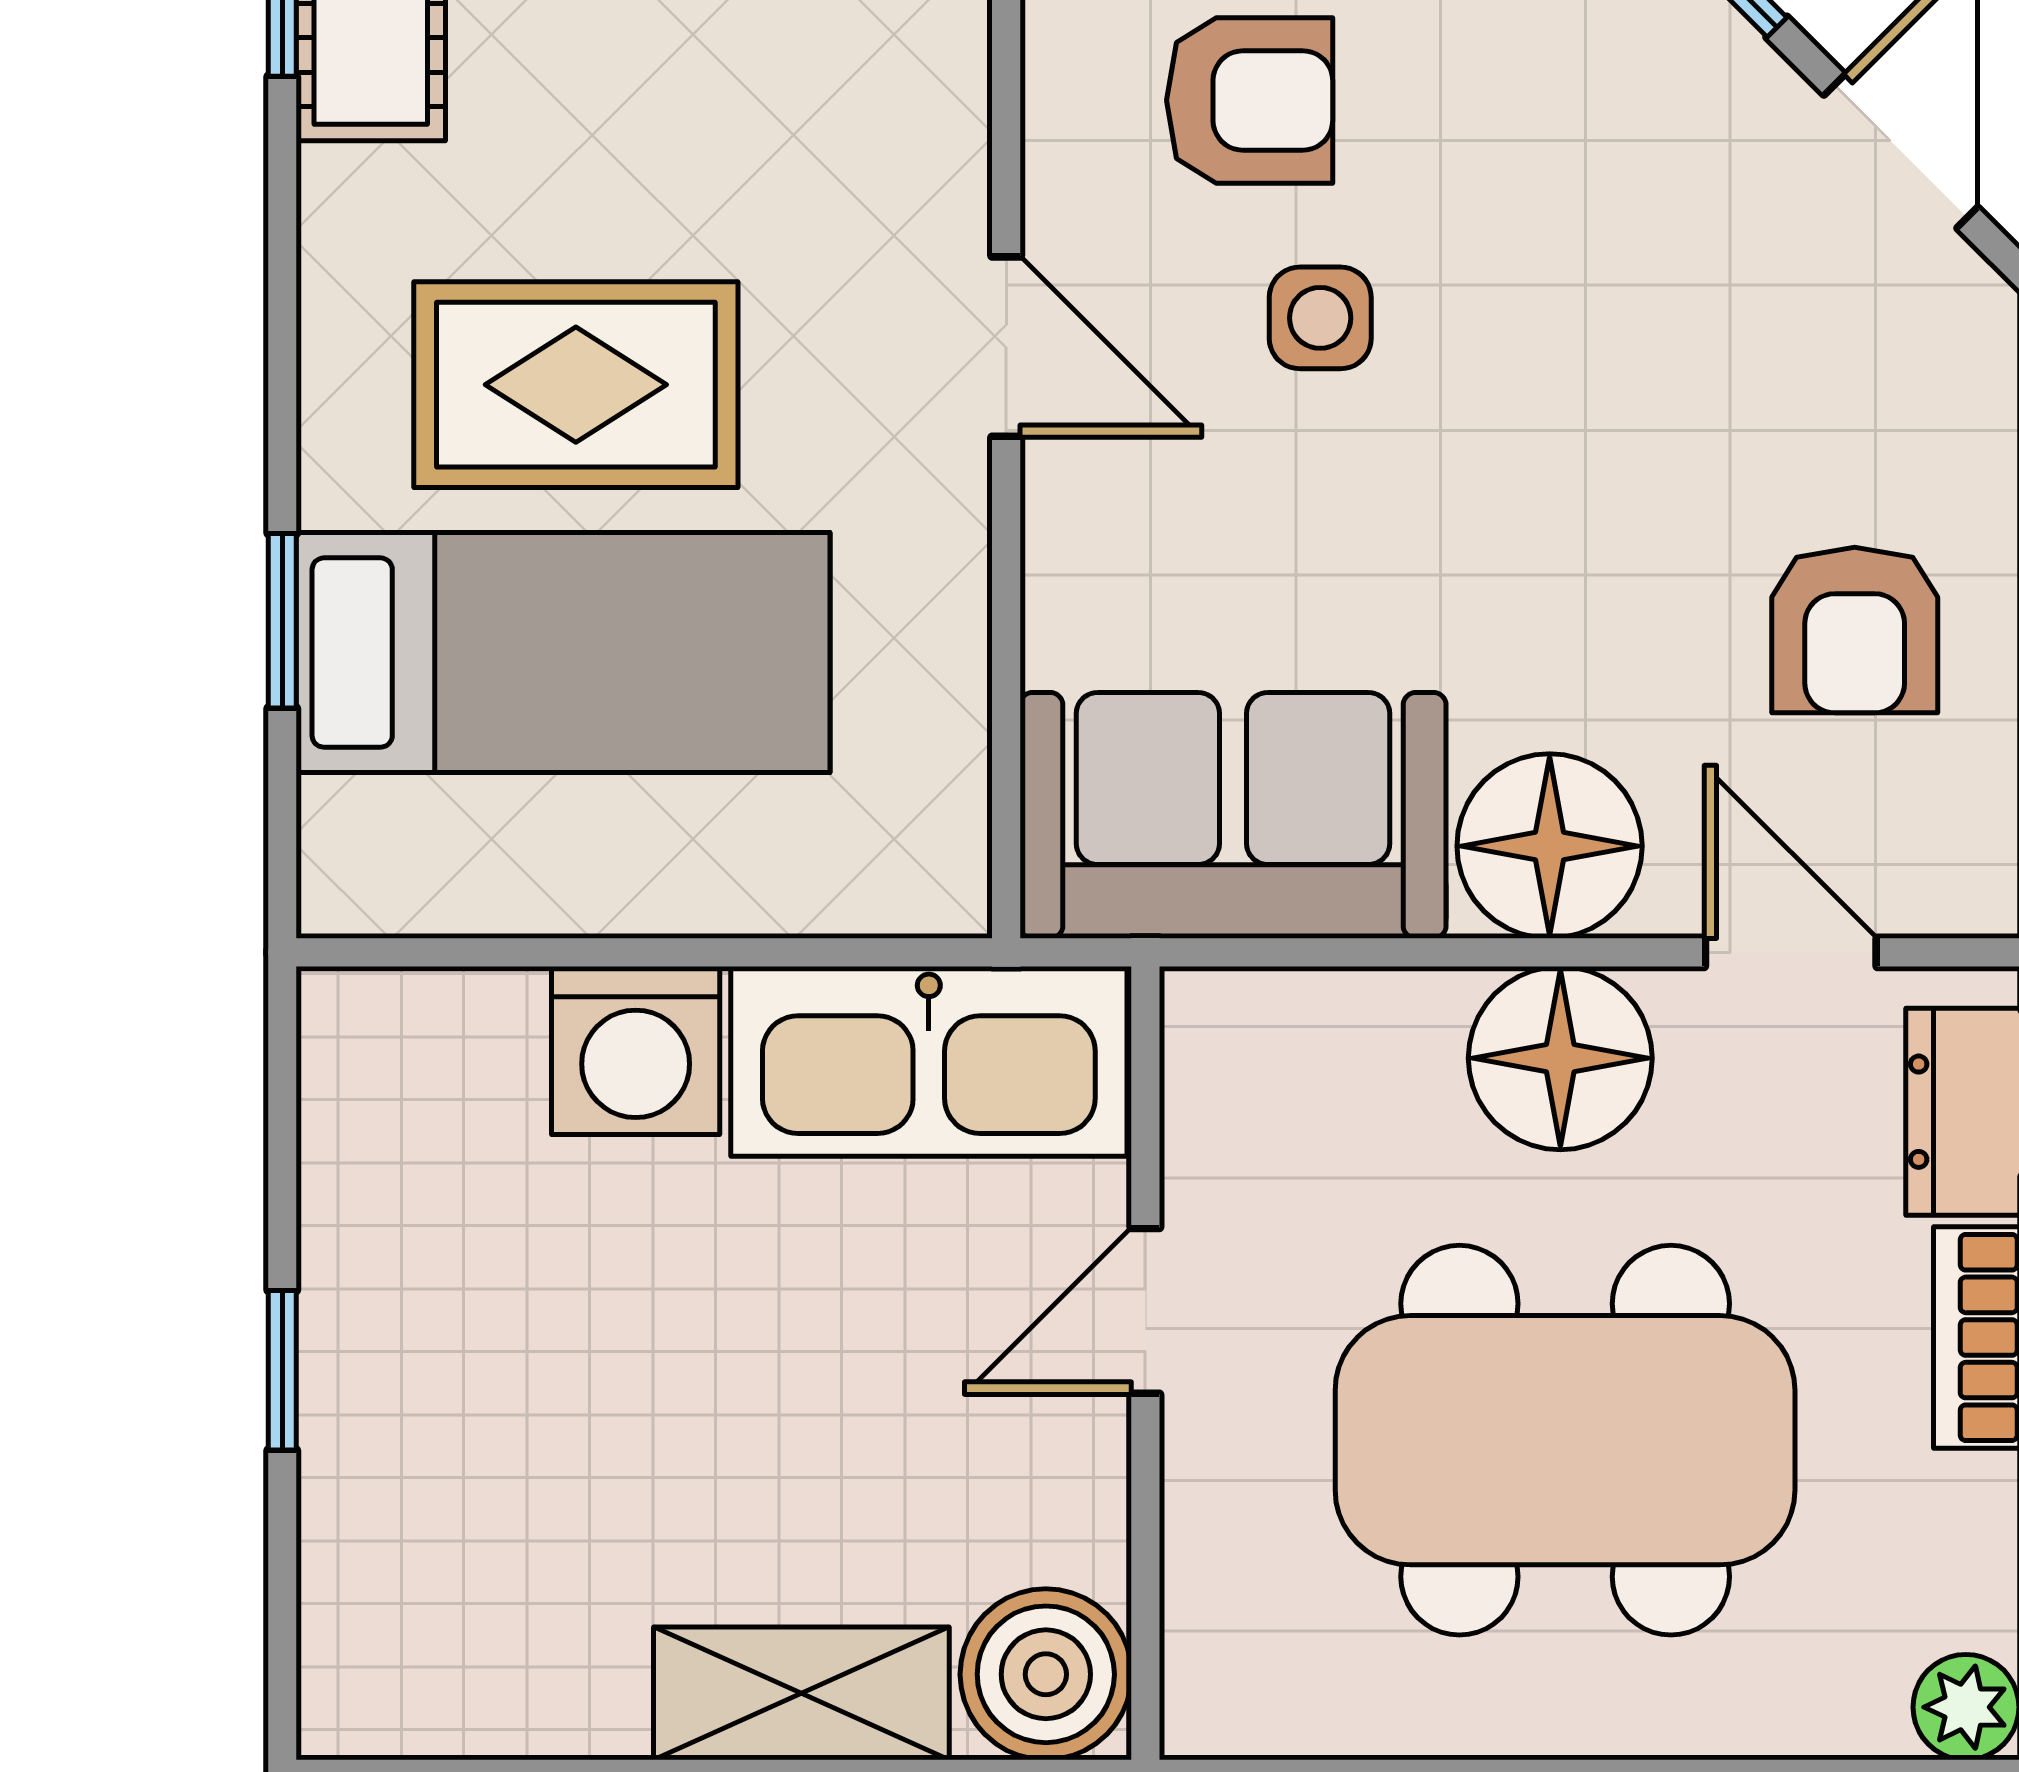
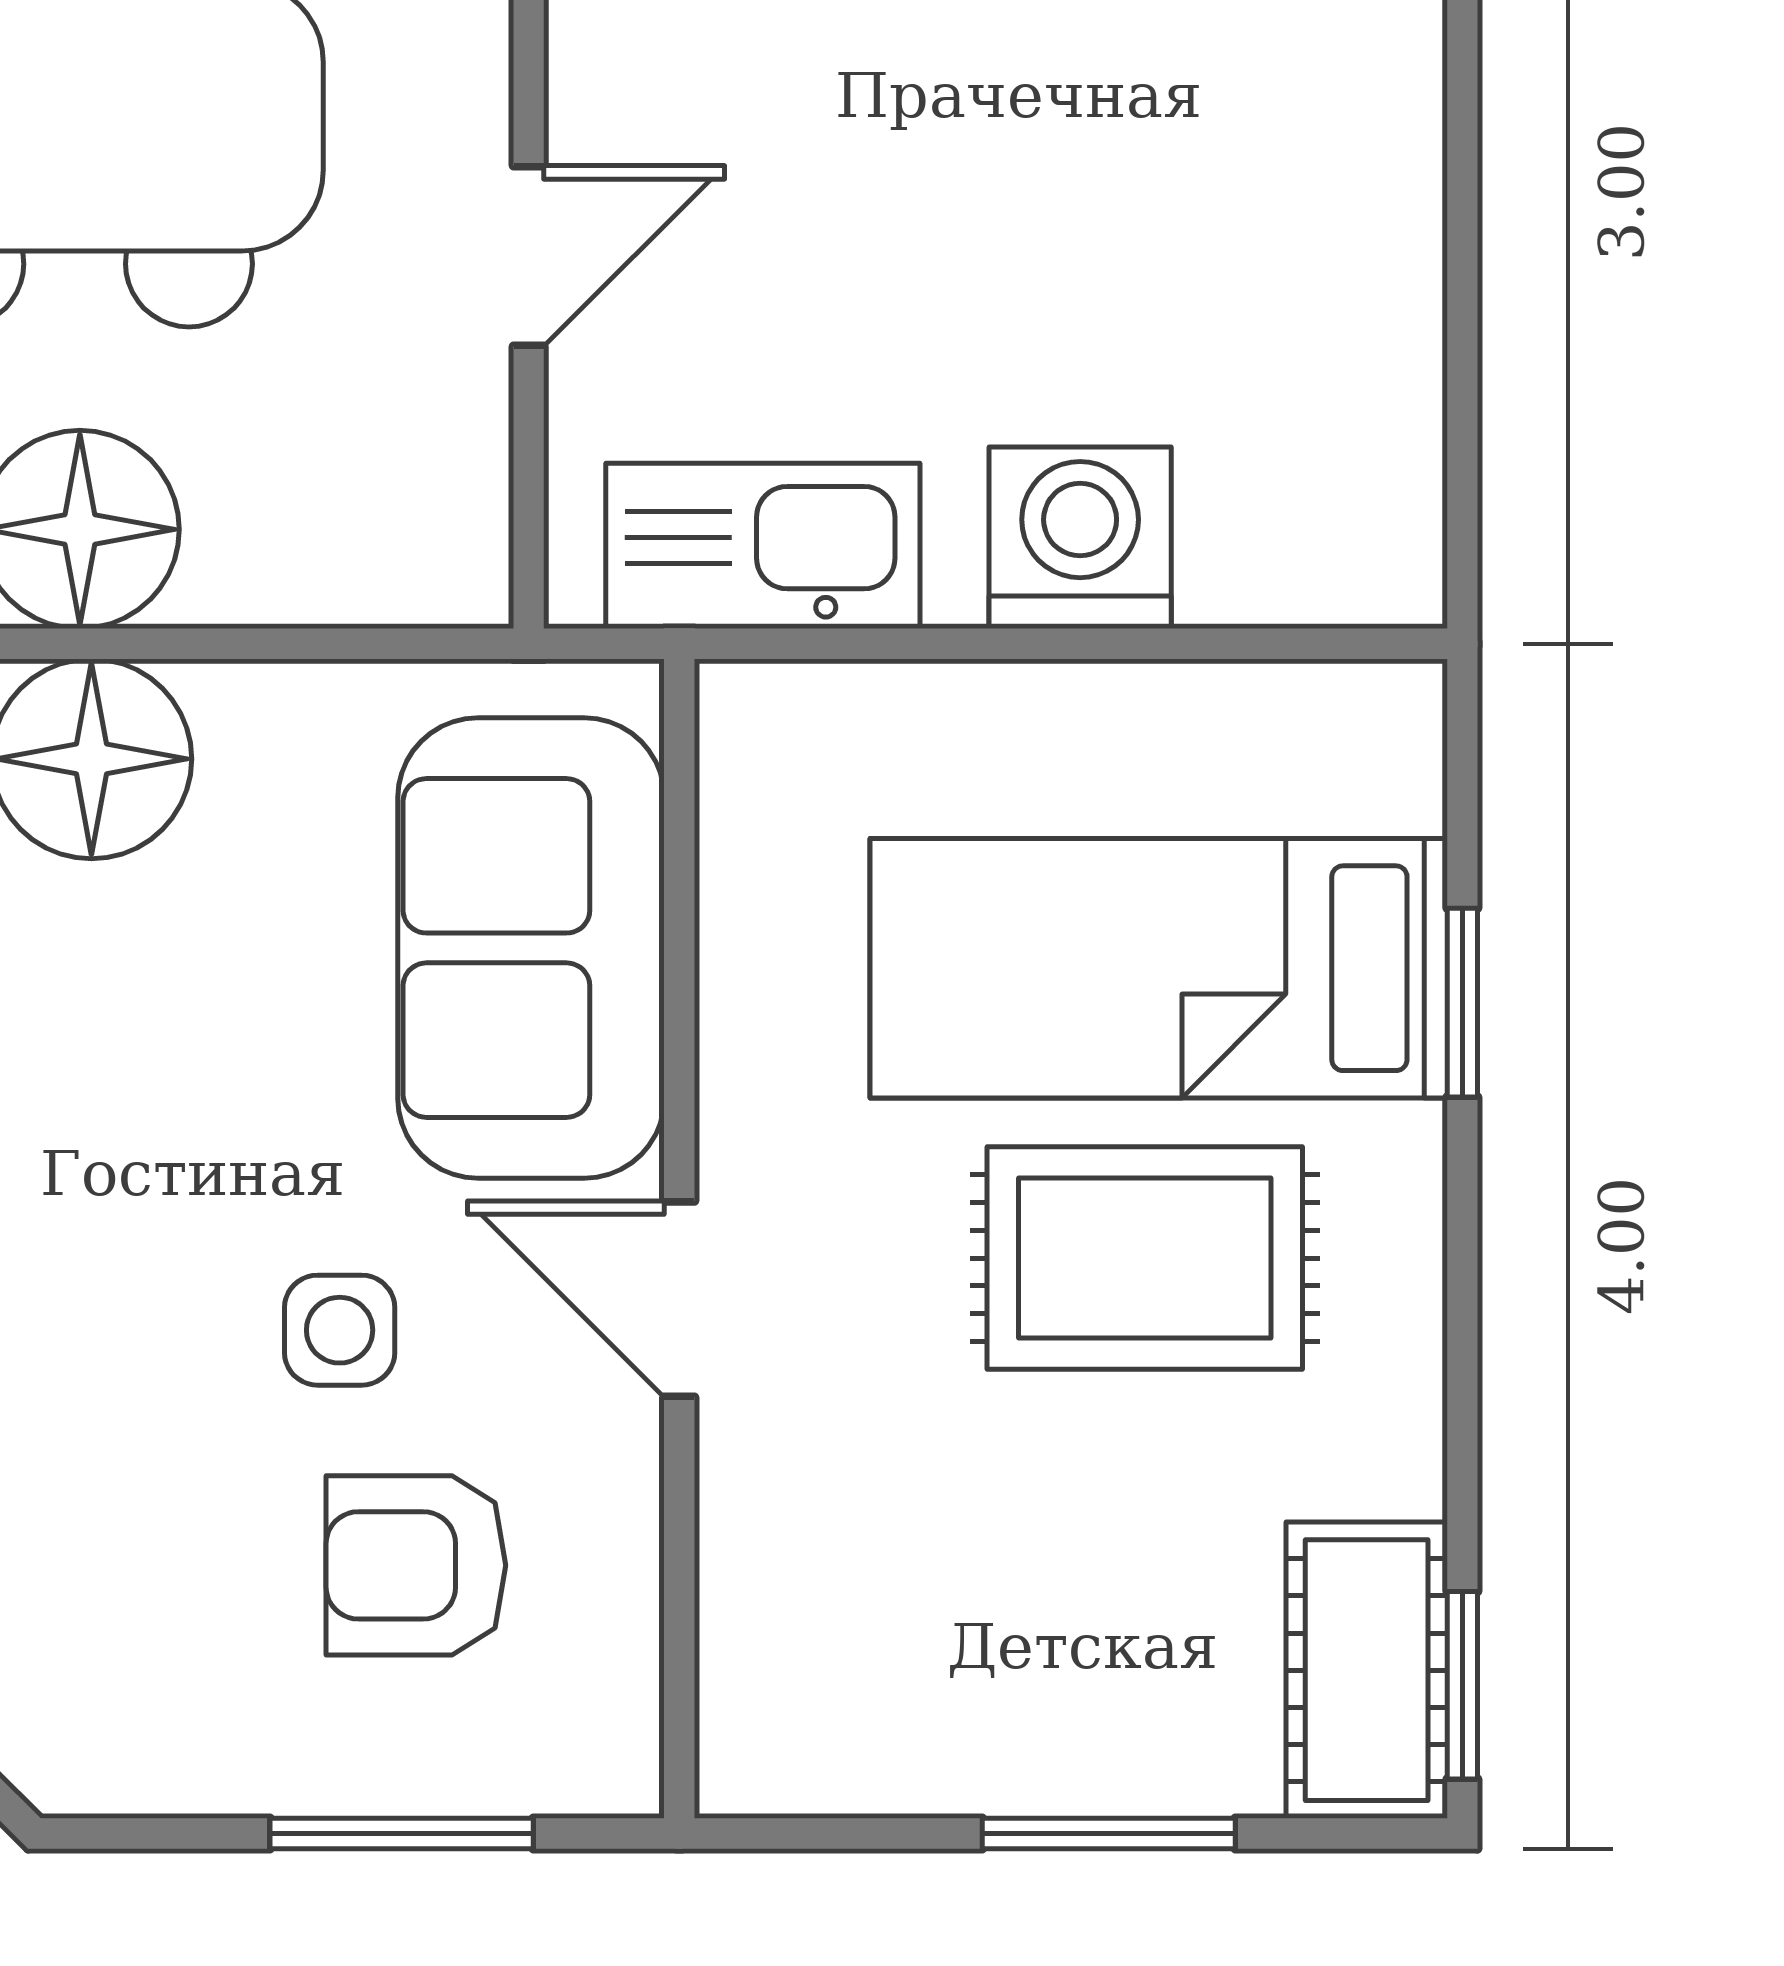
sofa: (1233, 815) -> (531, 948), moved, turned 90
kitchen sink: (929, 1061) -> (763, 546), width x0.73, depth x0.81
window: (282, 1370) -> (1462, 192), removed

